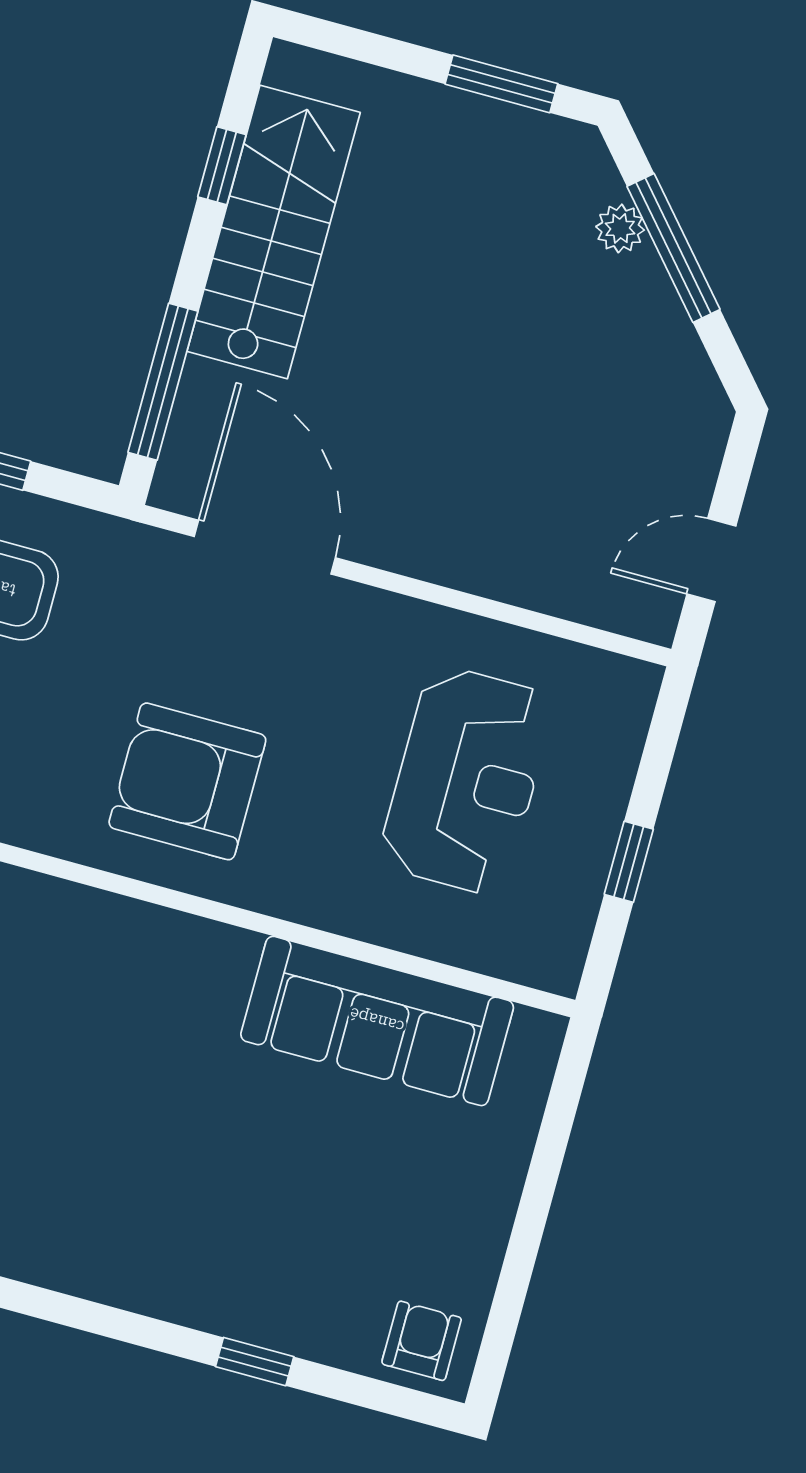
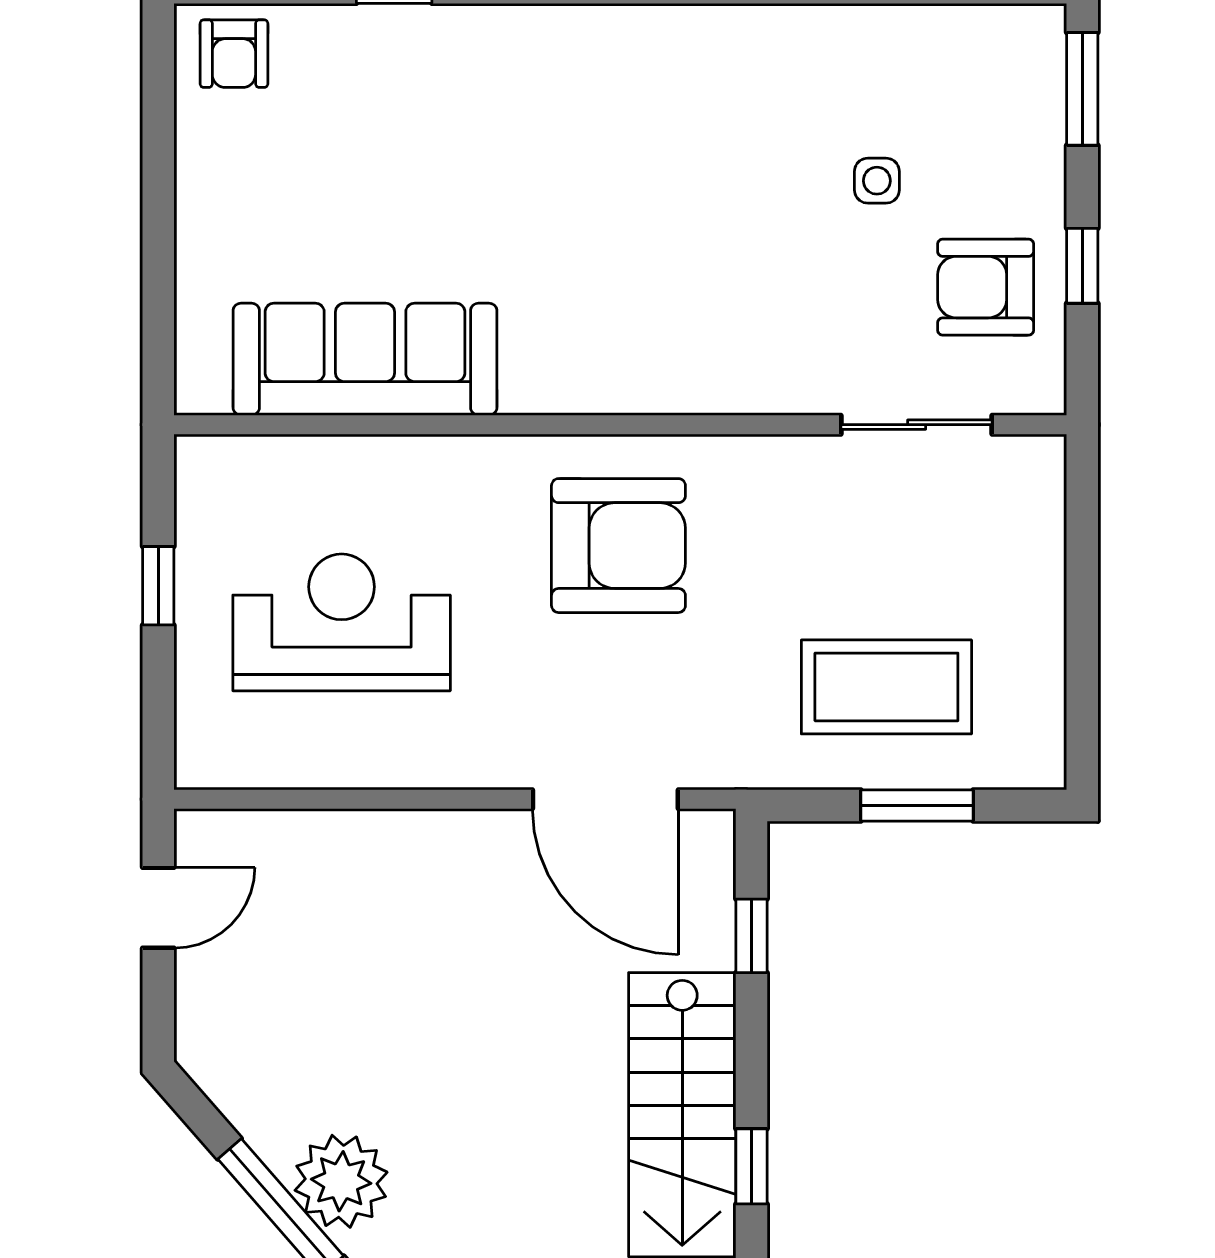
plant: (620, 228) -> (341, 1181), width x1.88, depth x1.88
window: (163, 382) -> (751, 936), width x0.46
reception desk: (467, 780) -> (342, 622), turned 90

